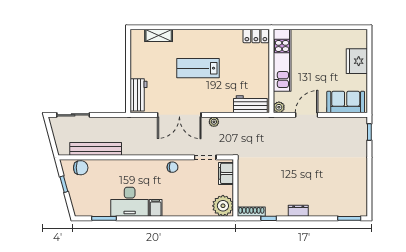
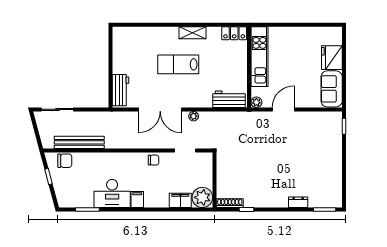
shelving: (159, 35) -> (192, 33), moved
sofa: (346, 102) -> (332, 89), moved, turned -90
filing cabinet: (226, 173) -> (180, 200), moved, turned 90
dresser: (298, 211) -> (298, 202), moved

